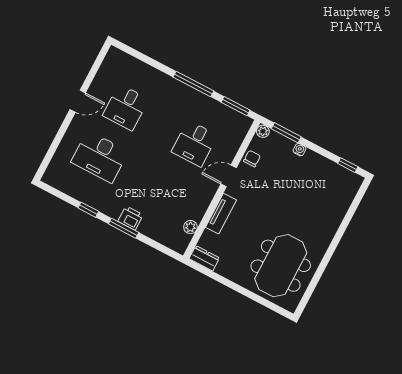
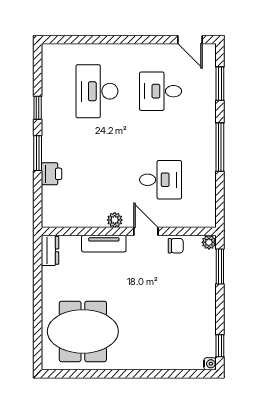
door: (78, 101) -> (190, 40), moved
window: (236, 106) -> (220, 84), moved
desk: (195, 143) -> (161, 180), turned 180
water cooler: (299, 150) -> (210, 364), moved
printer: (131, 218) -> (52, 174), moved
plant: (190, 227) -> (115, 220), moved

